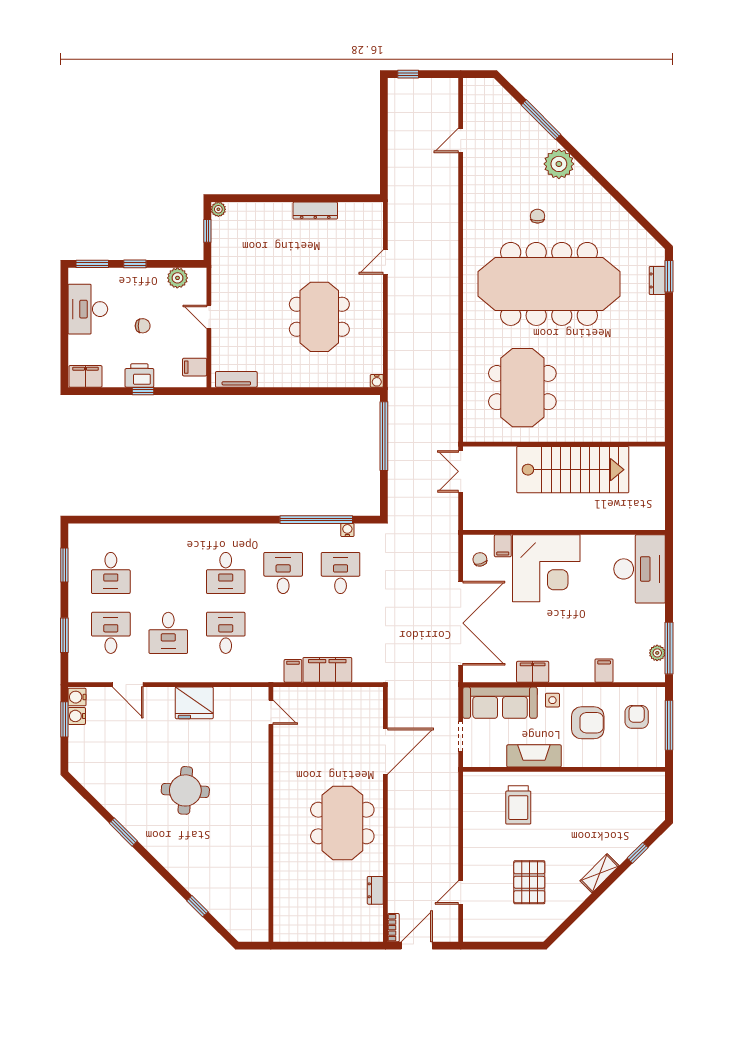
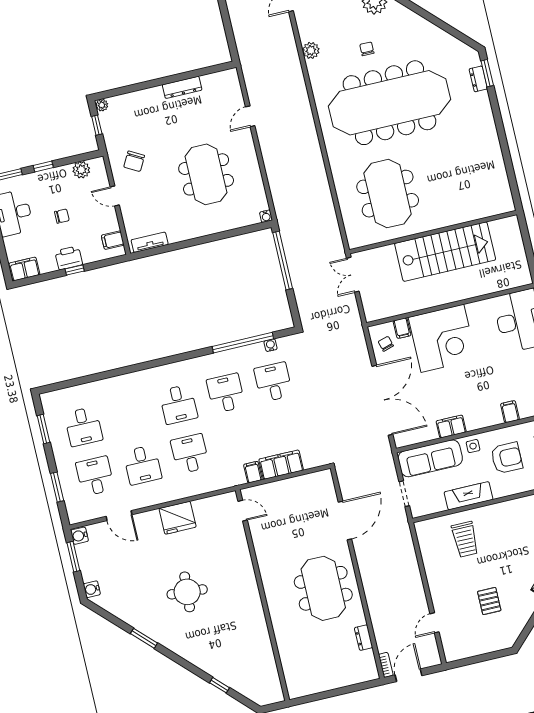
plant: (473, 203) -> (311, 50), added
chair: (240, 282) -> (134, 161), added
water cooler: (77, 716) -> (92, 589), moved
pallet: (529, 882) -> (489, 601), width x0.67, depth x0.71

